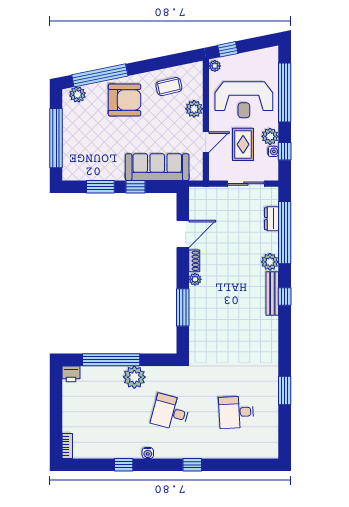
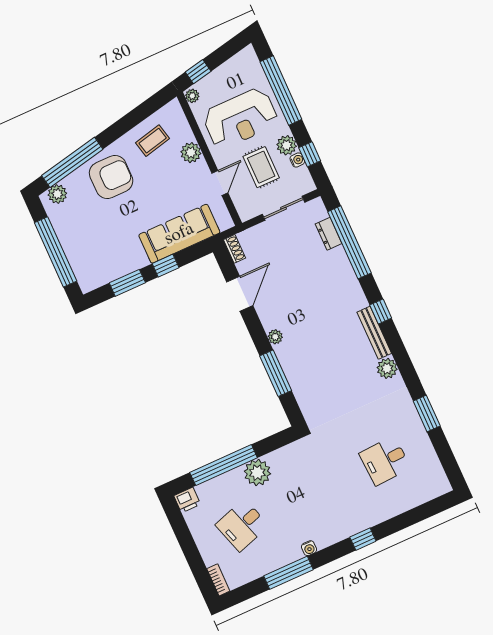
shoe rack: (194, 261) -> (234, 249), moved
plant: (270, 262) -> (387, 368), moved
bench: (272, 294) -> (374, 333), moved
desk: (170, 412) -> (242, 525), moved, turned -33
window: (124, 465) -> (289, 573), width x2.17

